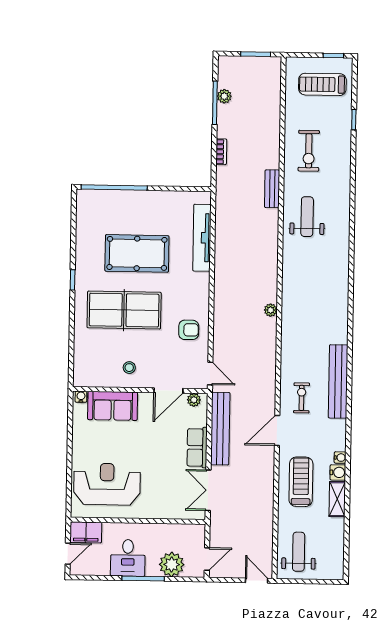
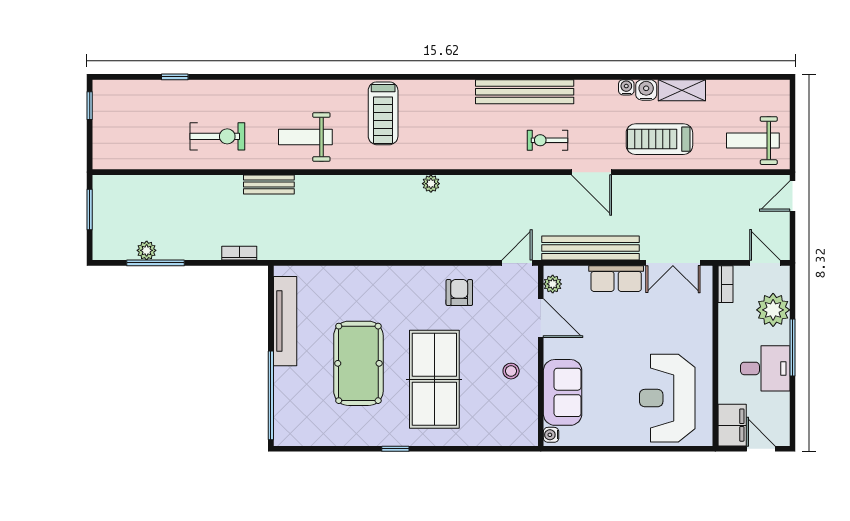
treadmill: (322, 84) -> (383, 113), moved
bookcase: (221, 152) -> (239, 253), moved
tv unit: (202, 238) -> (285, 321), moved, turned -90
bookcase: (192, 529) -> (726, 284), added

